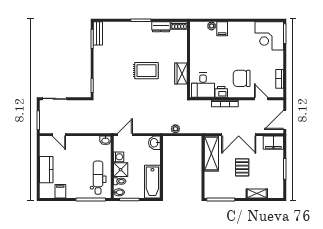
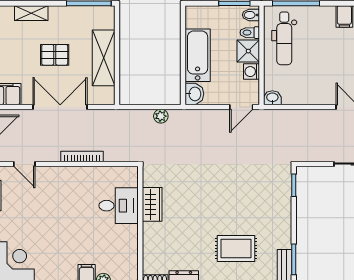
rug: (146, 71) -> (236, 249), moved
chair: (242, 78) -> (55, 197), removed
desk: (203, 85) -> (119, 206), moved, turned 90
printer: (221, 92) -> (88, 175), removed
shelving: (211, 154) -> (104, 58), moved
pallet: (242, 167) -> (55, 55), turned 90
bathtub: (152, 182) -> (198, 55), moved

